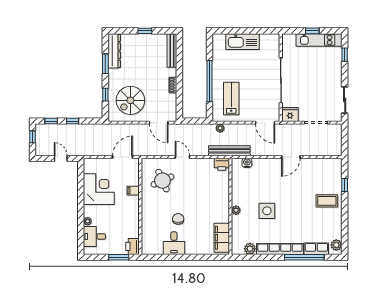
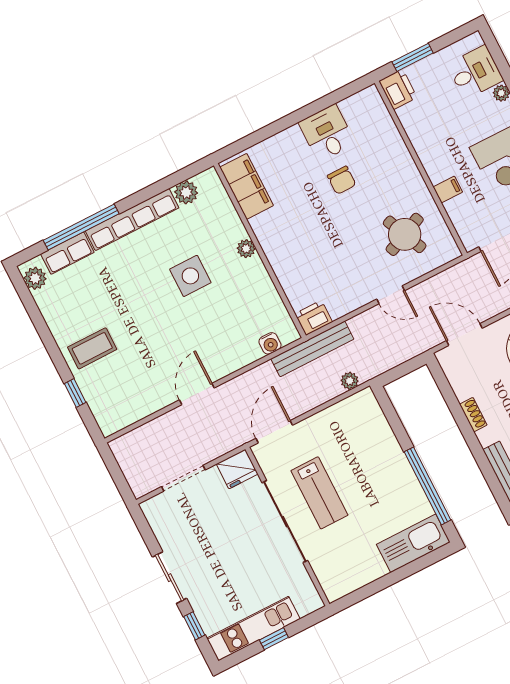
kitchen sink: (242, 42) -> (413, 543), moved
window: (209, 81) -> (427, 486), moved
lab bench: (231, 99) -> (319, 493), moved
sliding door: (345, 100) -> (170, 578), moved
door: (265, 123) -> (274, 432), hinge flipped

